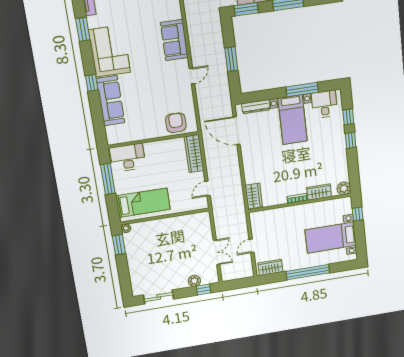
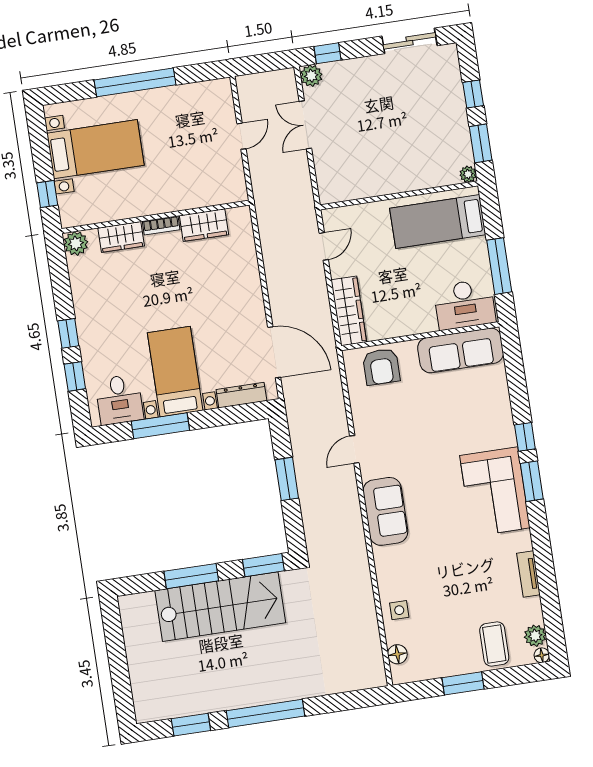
window: (83, 29) -> (532, 481), moved
sofa: (111, 101) -> (461, 350), moved, turned -90
wardrobe: (254, 196) -> (204, 225), moved, turned -90
wardrobe: (270, 267) -> (205, 93), removed
window: (123, 270) -> (473, 94), added
plant: (194, 281) -> (311, 76), moved

